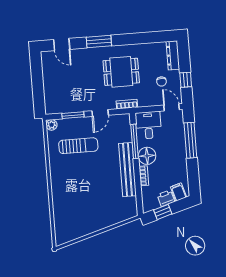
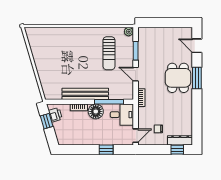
door: (62, 44) -> (197, 46), hinge flipped
dining table: (121, 72) -> (178, 78), moved
window: (186, 80) -> (177, 150), moved
window: (190, 140) -> (106, 150), width x0.46
filing cabinet: (179, 192) -> (63, 136), removed
printer: (166, 198) -> (55, 115), moved

